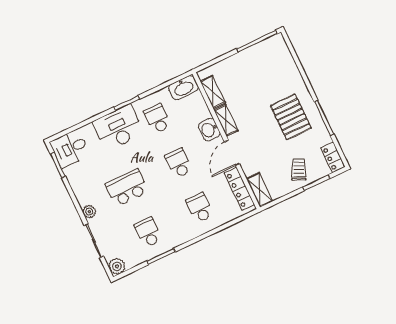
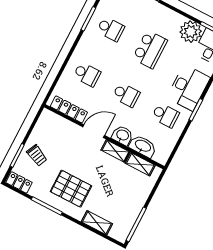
washbasin: (183, 88) -> (143, 146), moved, turned 90
door: (232, 153) -> (94, 131), hinge flipped
shelving: (260, 190) -> (97, 223), moved
plant: (89, 212) -> (191, 32), moved, width x1.87, depth x1.87

